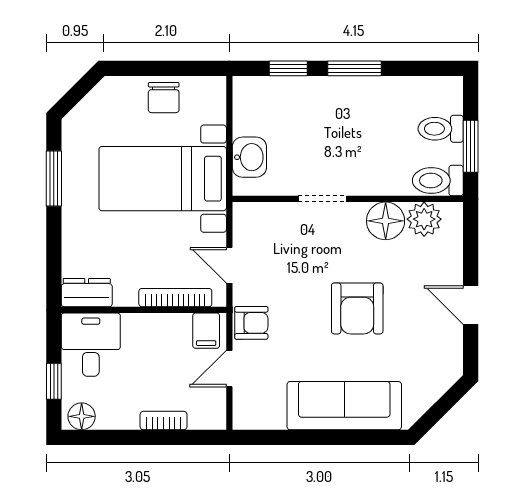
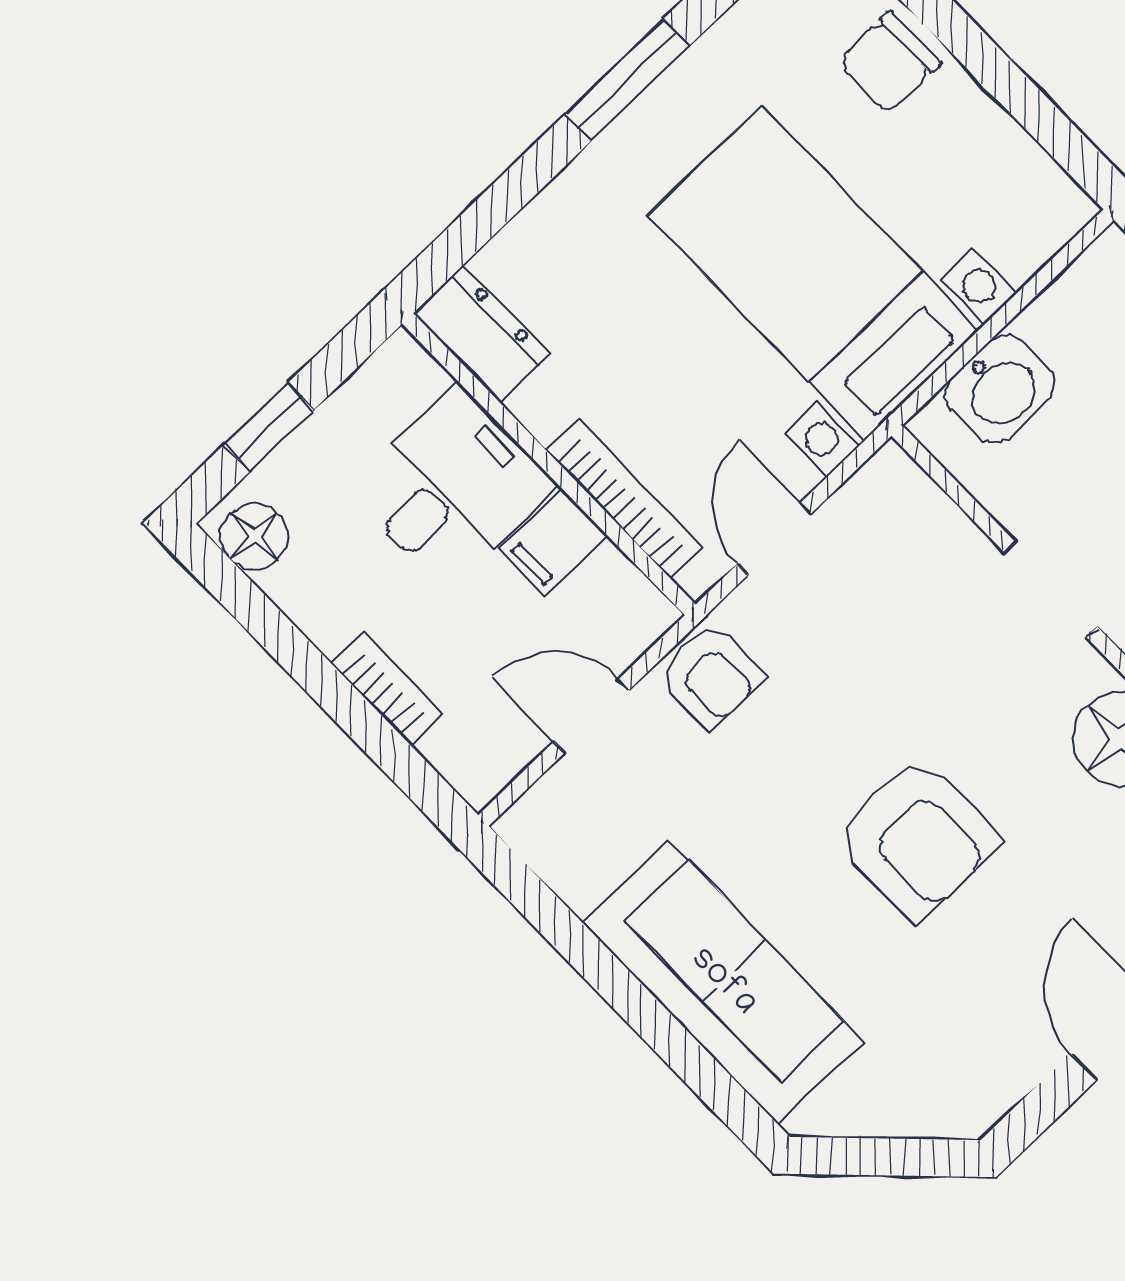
chair: (164, 98) -> (889, 62), moved
armchair: (357, 308) -> (917, 839), turned -90
filing cabinet: (206, 331) -> (554, 543), moved
desk: (91, 345) -> (452, 487), moved

